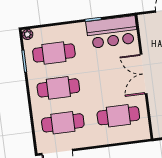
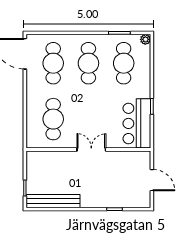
double door: (144, 74) -> (91, 149), width x0.73

